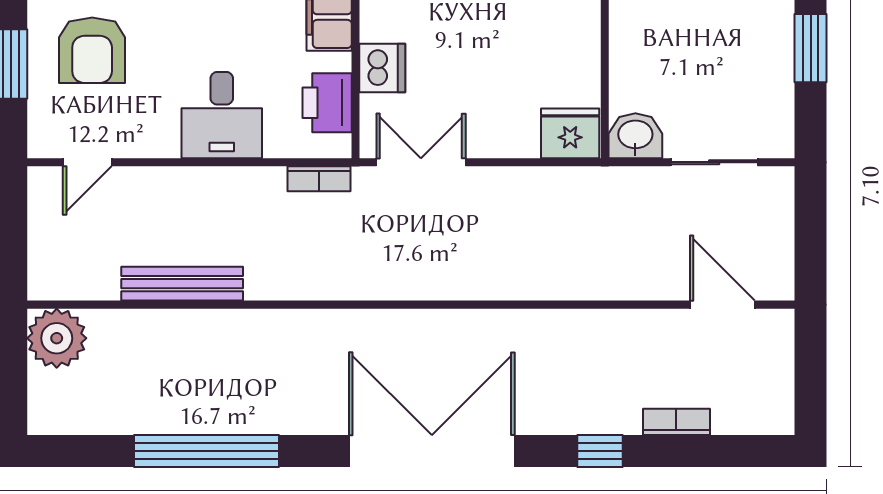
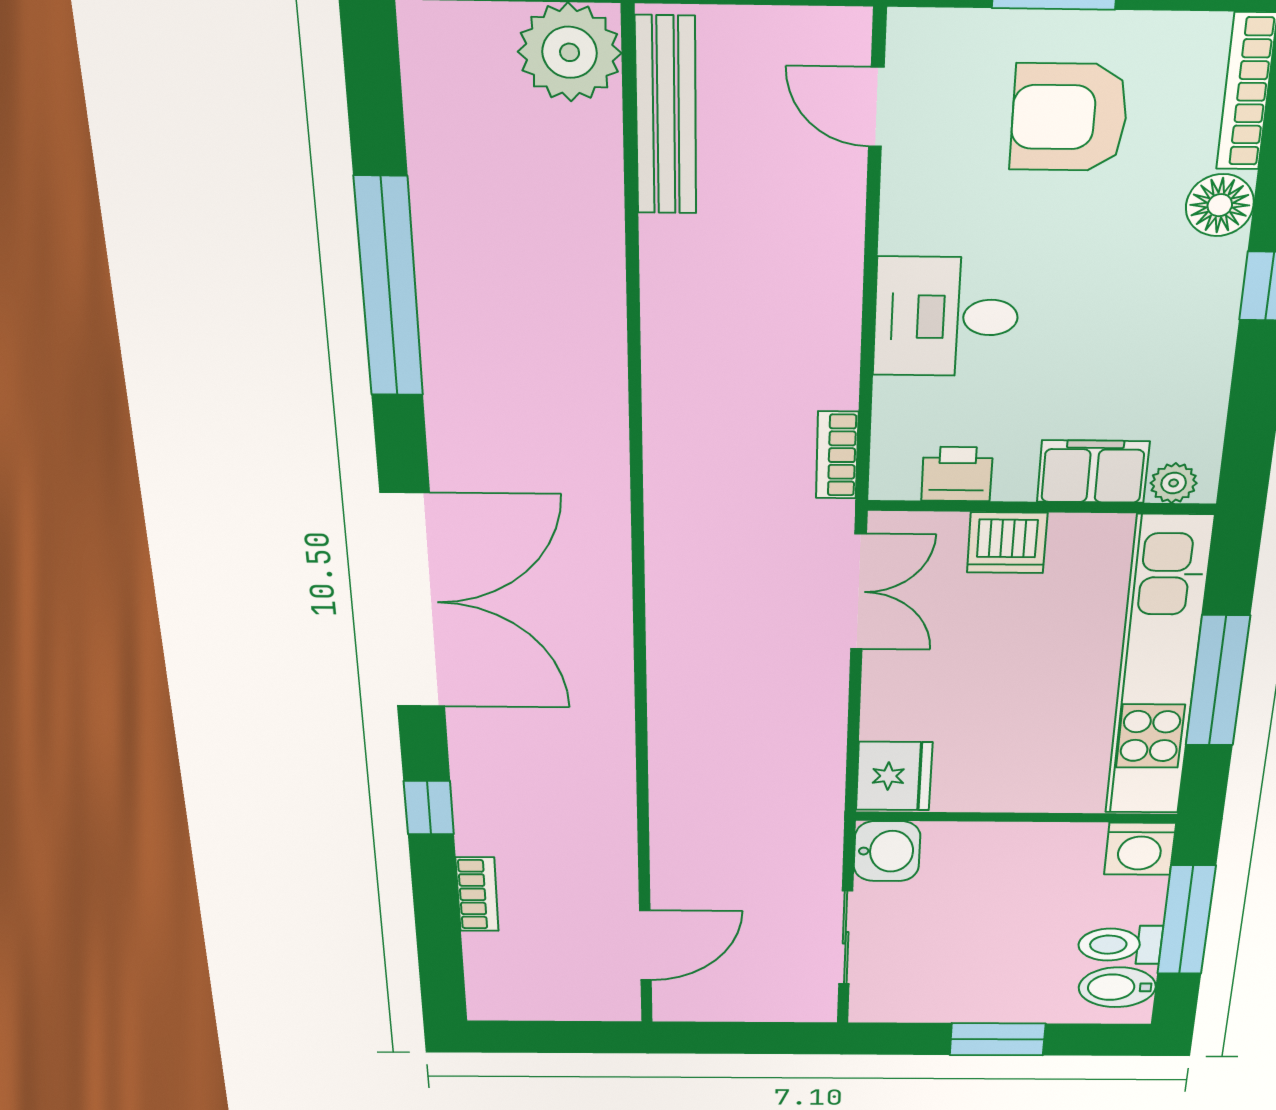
printer: (327, 103) -> (957, 474), width x0.73, depth x0.81
bench: (182, 284) -> (666, 116), moved

